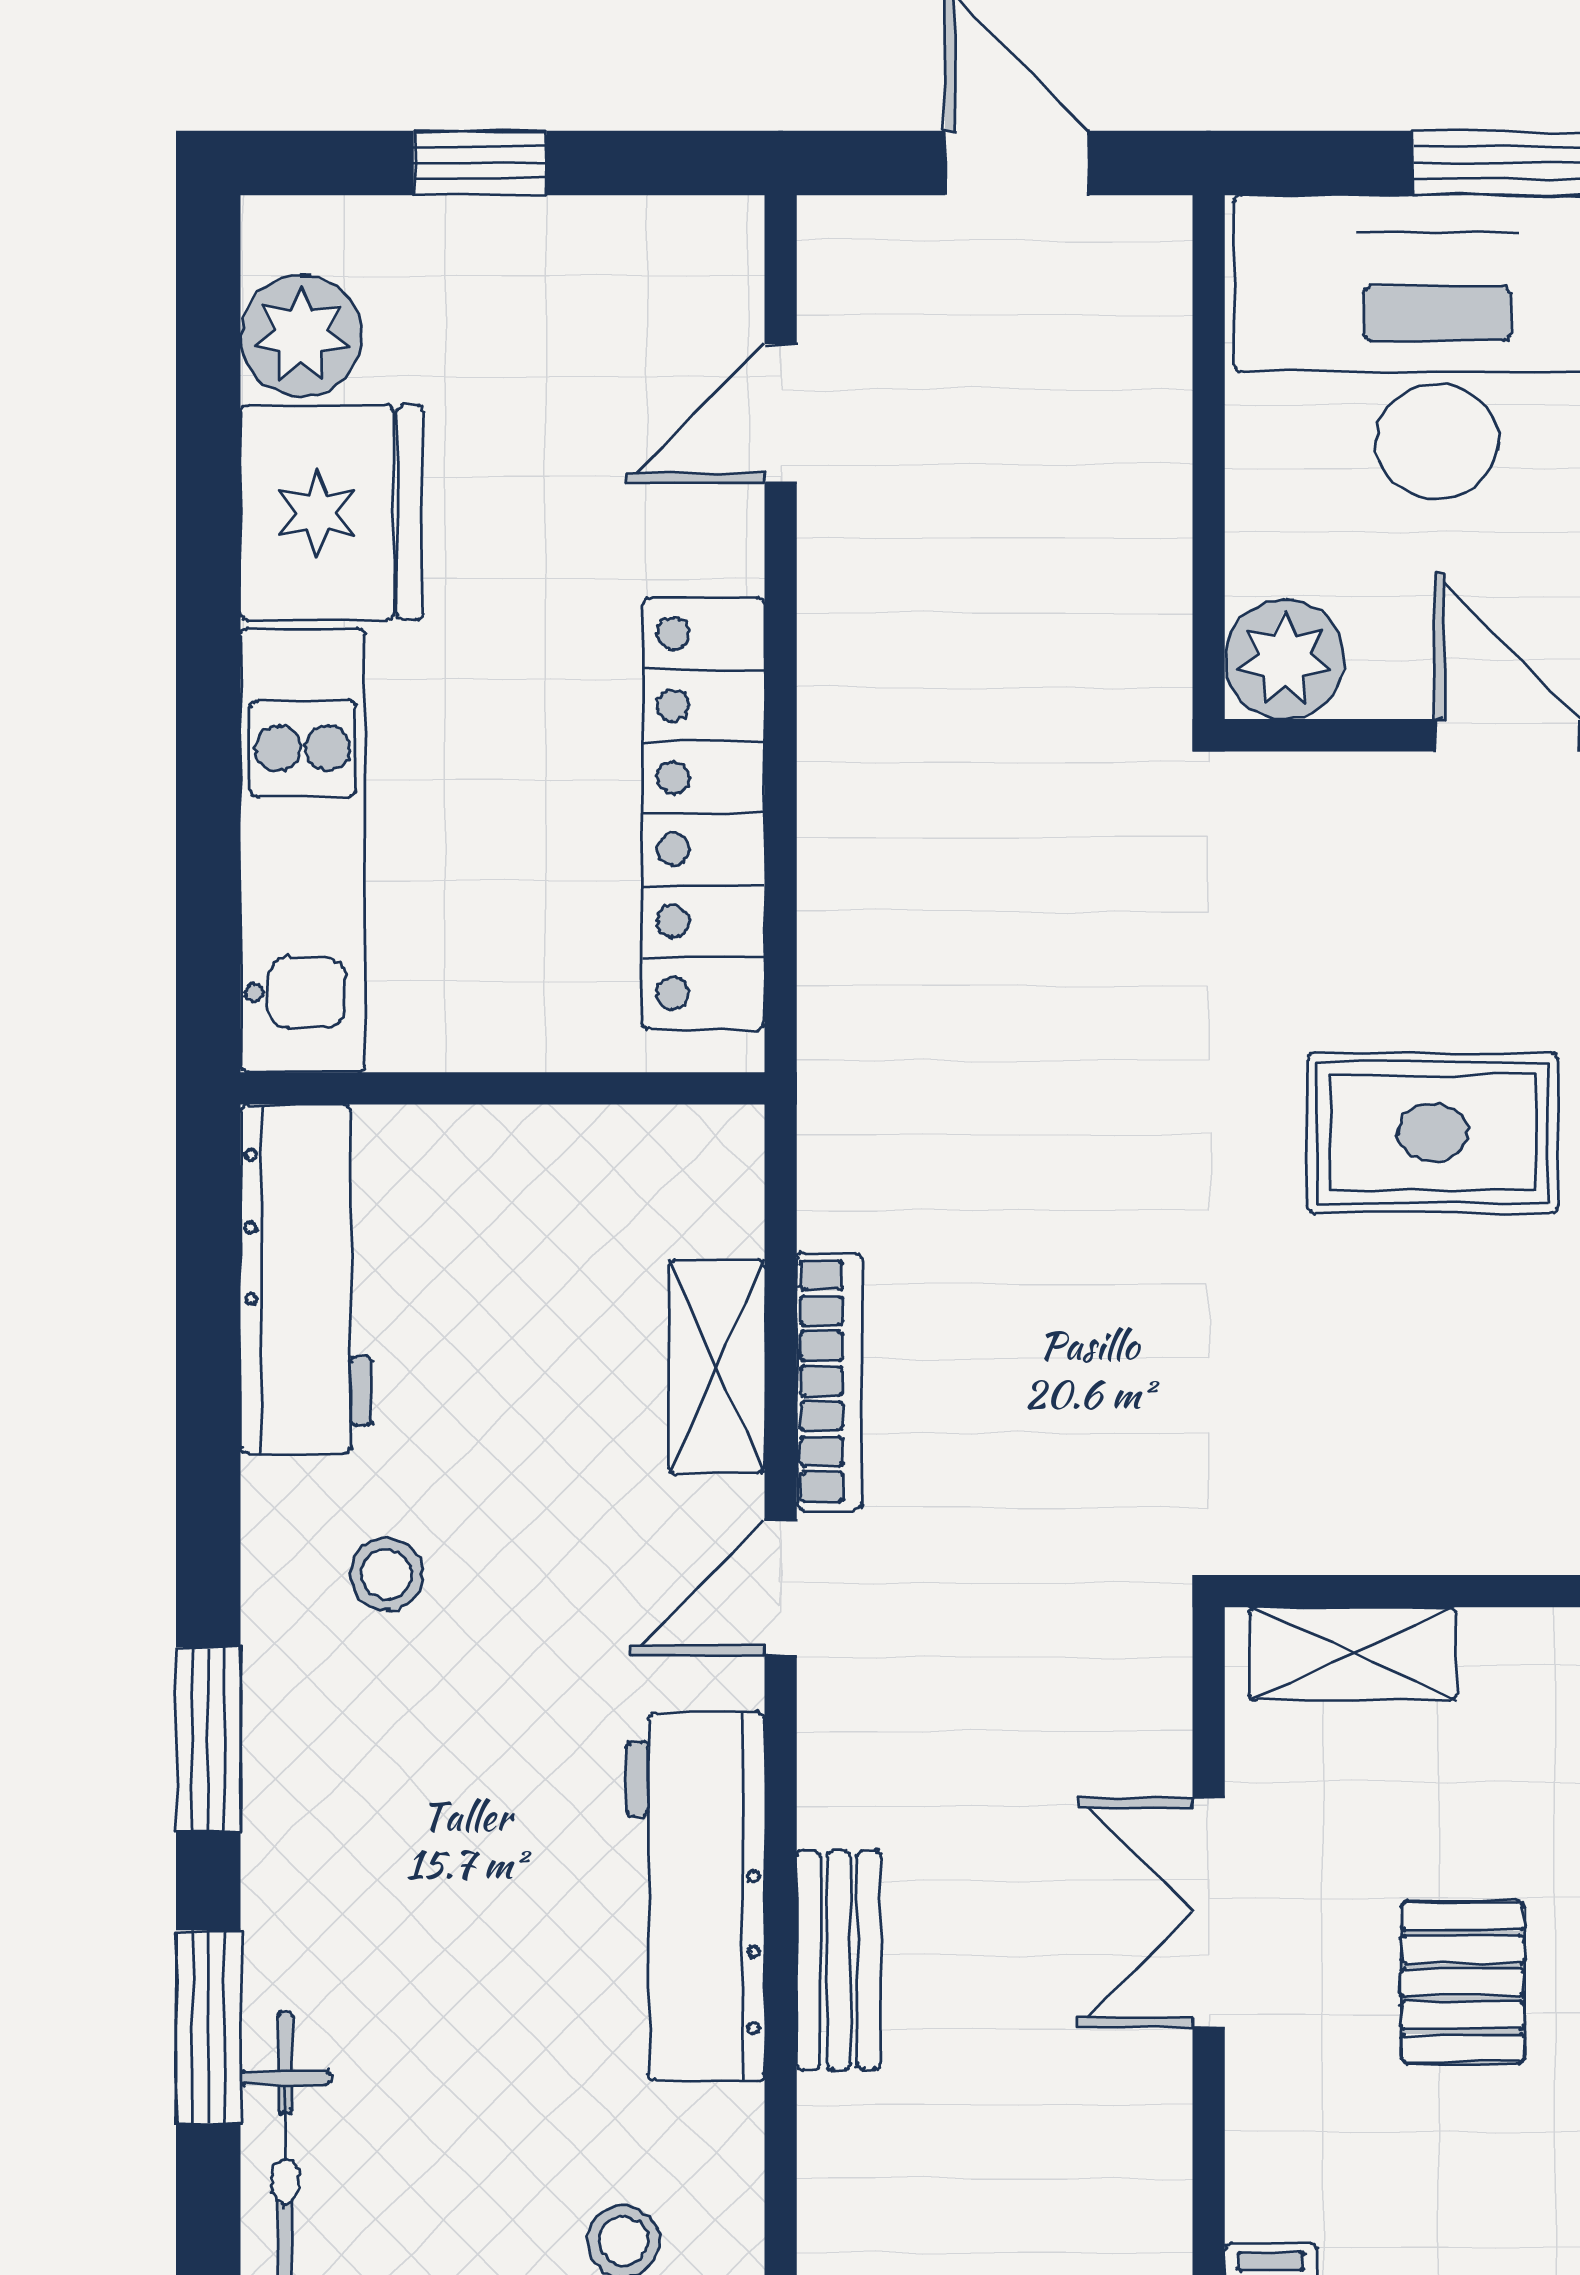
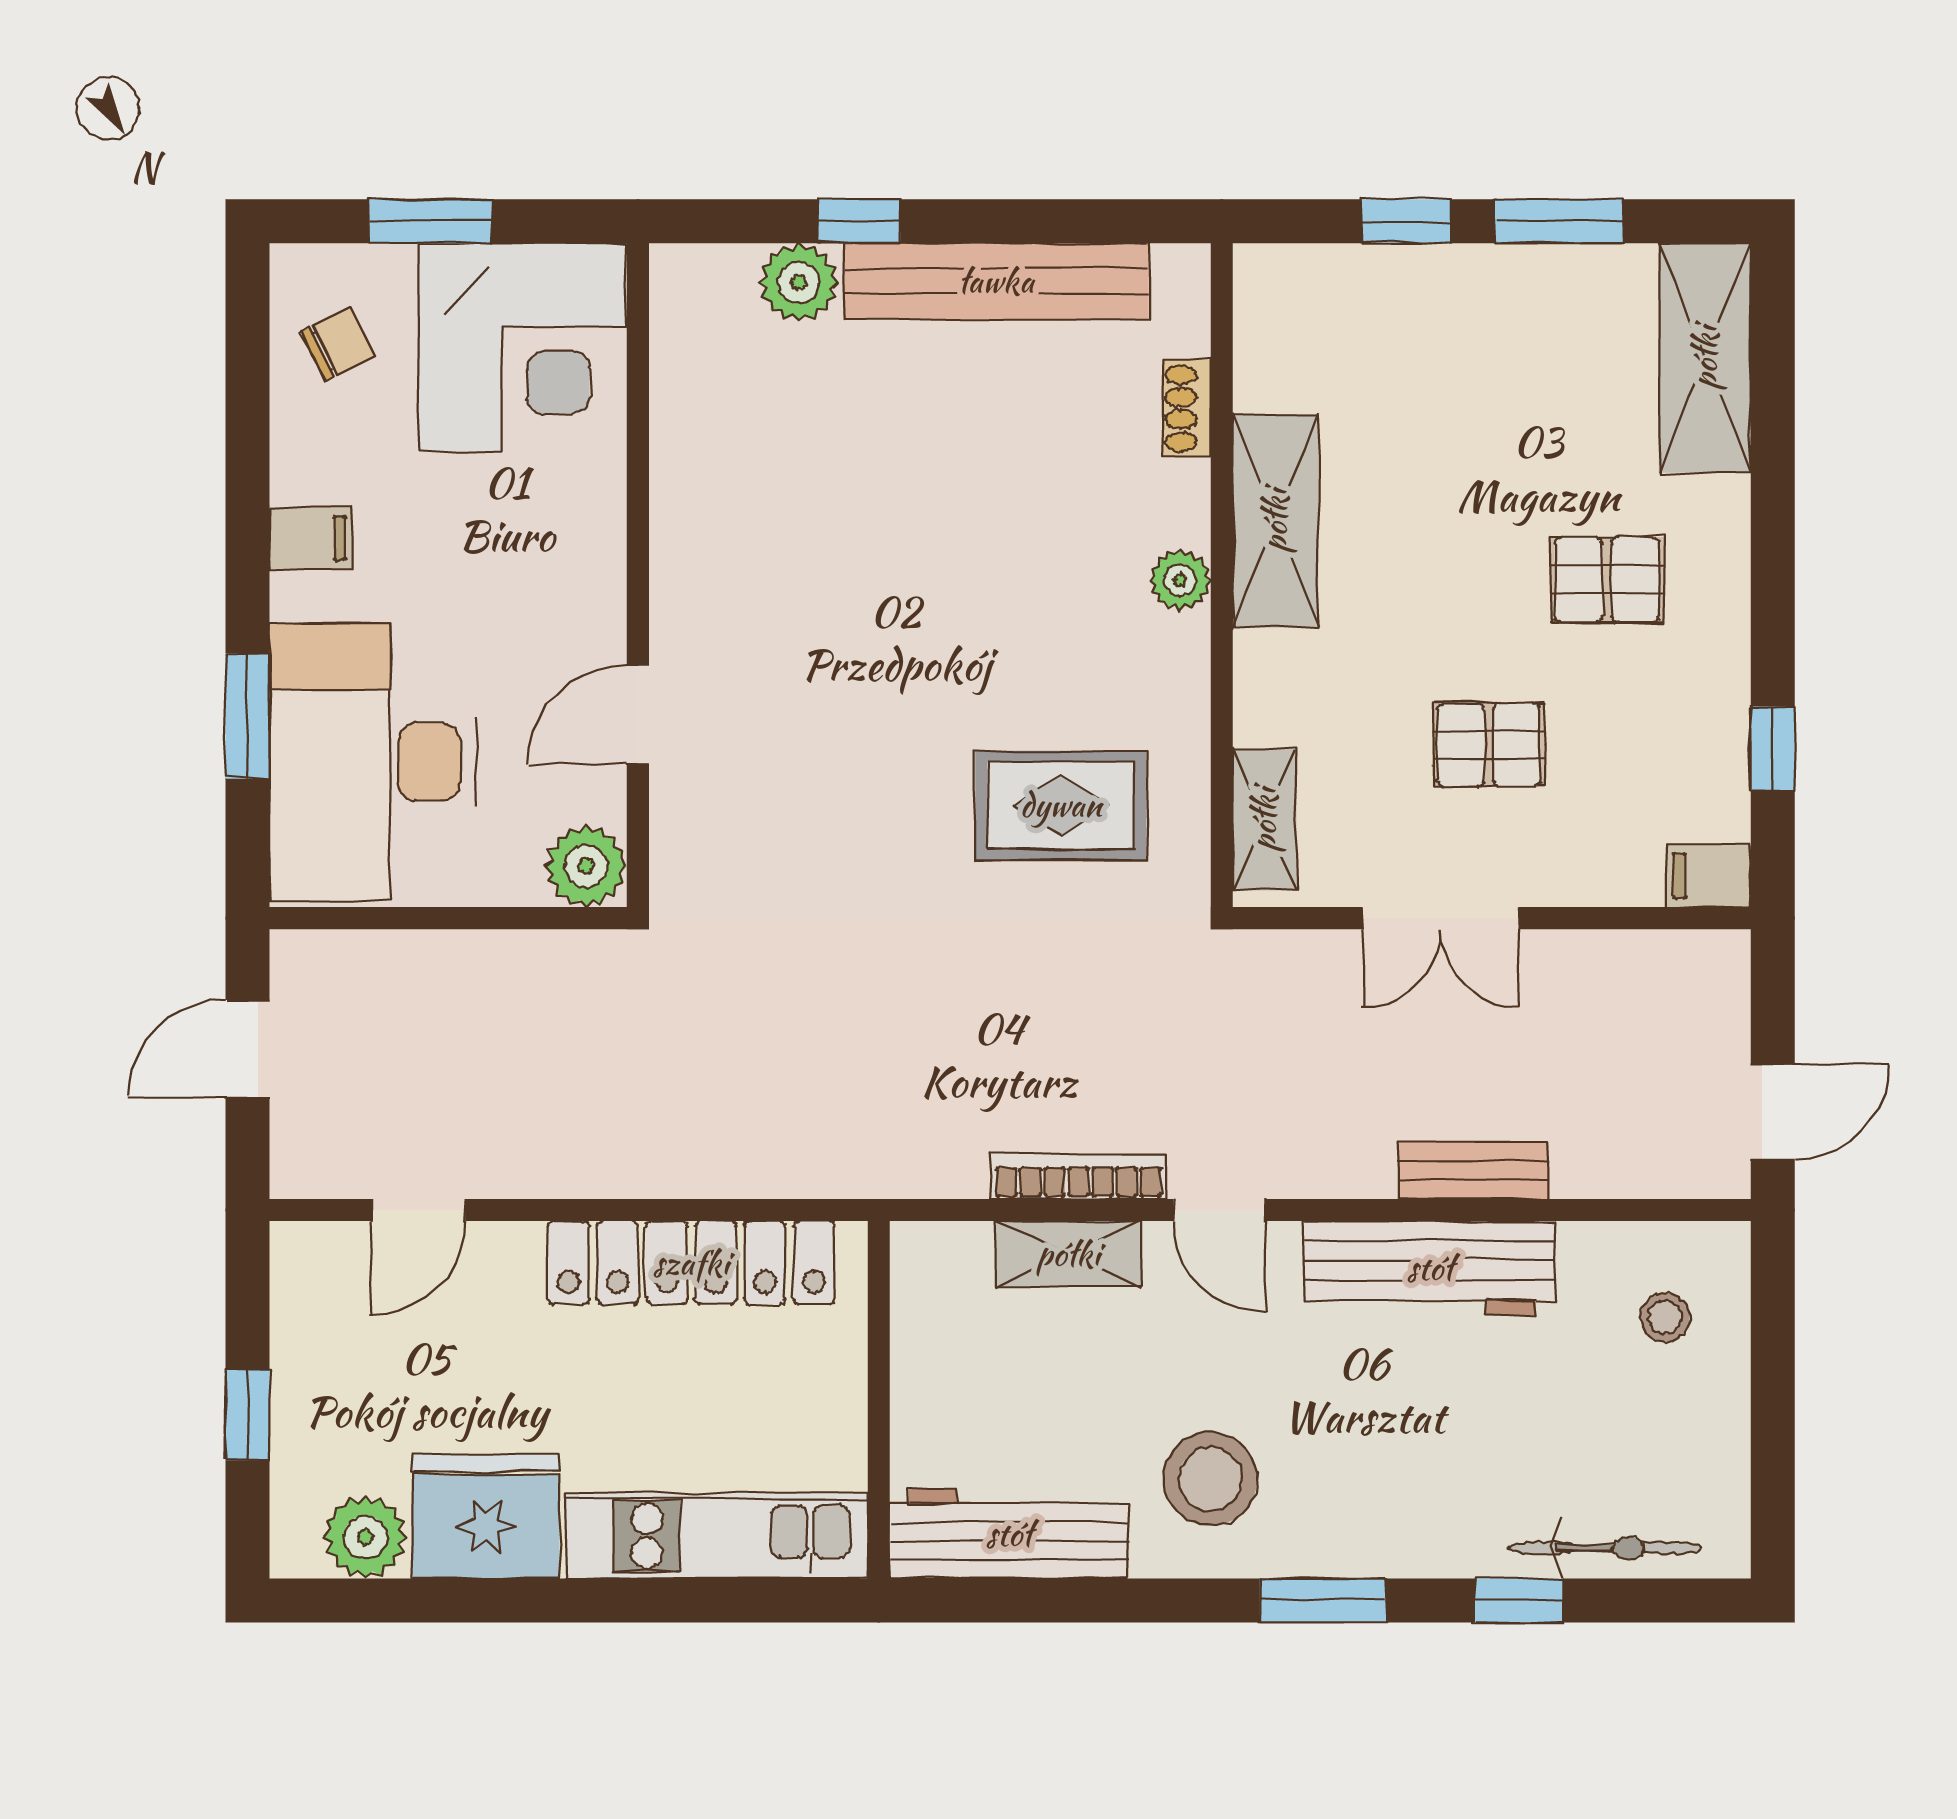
door: (781, 413) -> (418, 1210), hinge flipped
rug: (1433, 1133) -> (1061, 805), moved, turned 90
stool: (386, 1574) -> (1210, 1479), width x1.89, depth x1.89
window: (208, 2027) -> (1519, 1600), width x0.67

